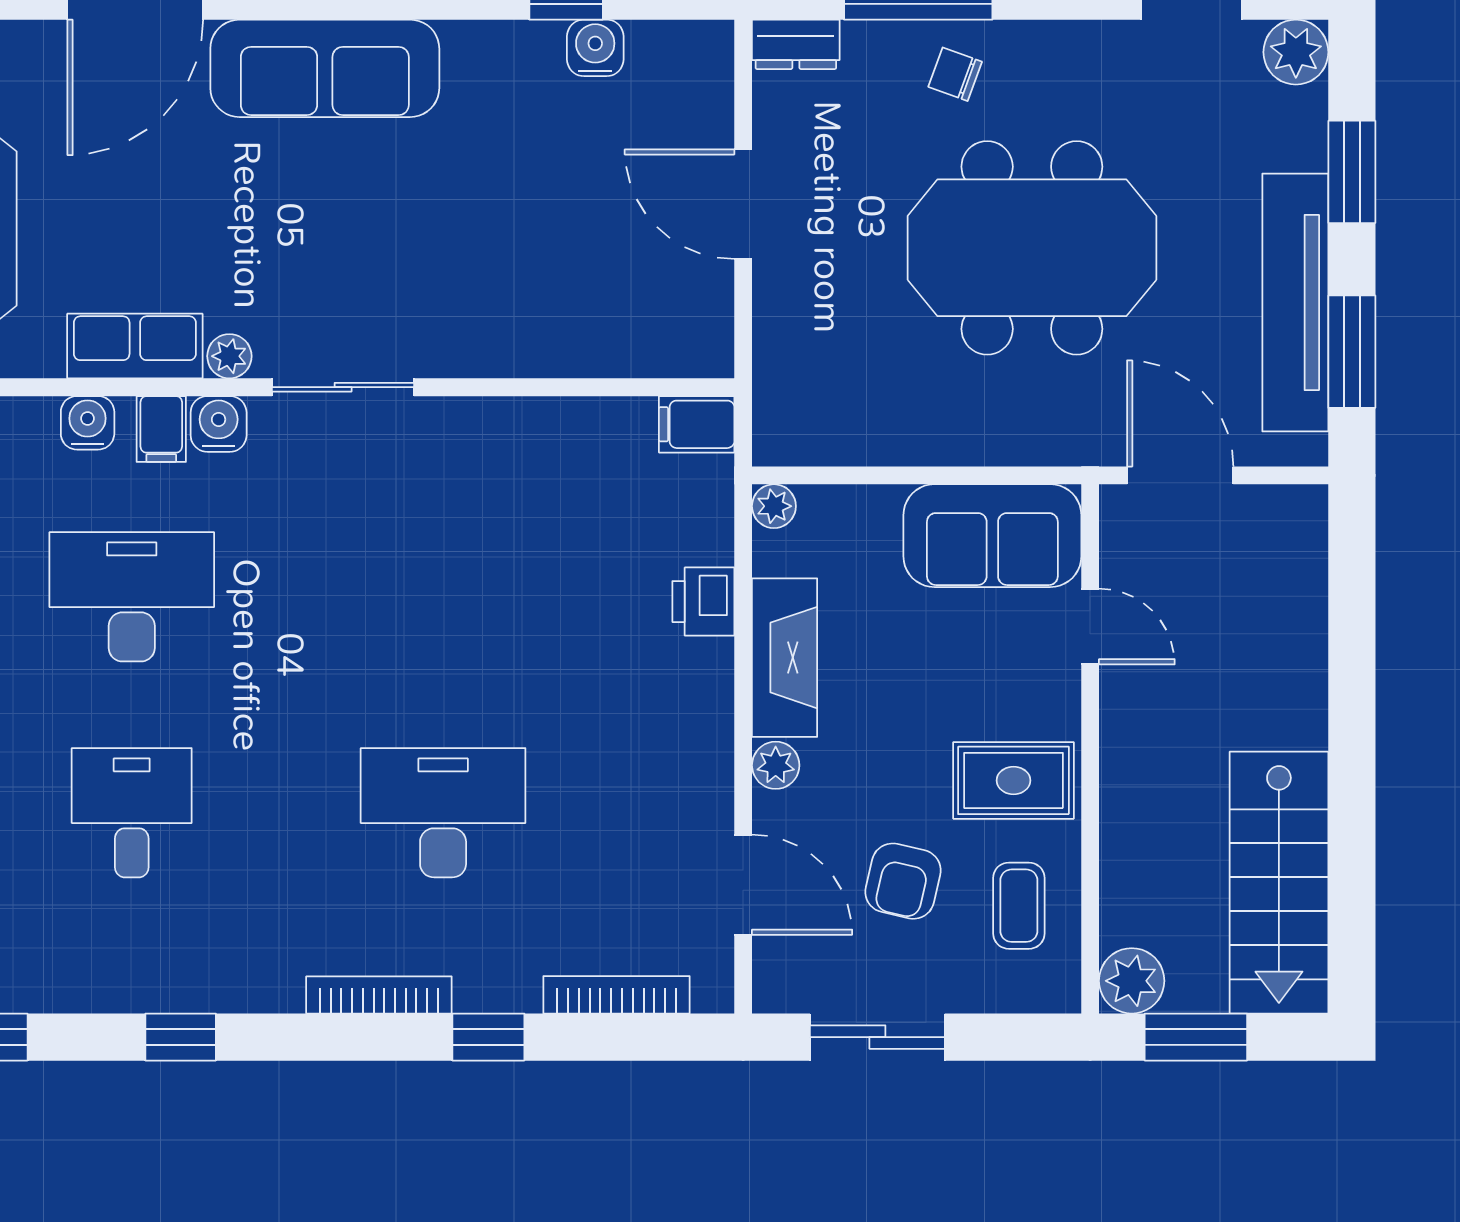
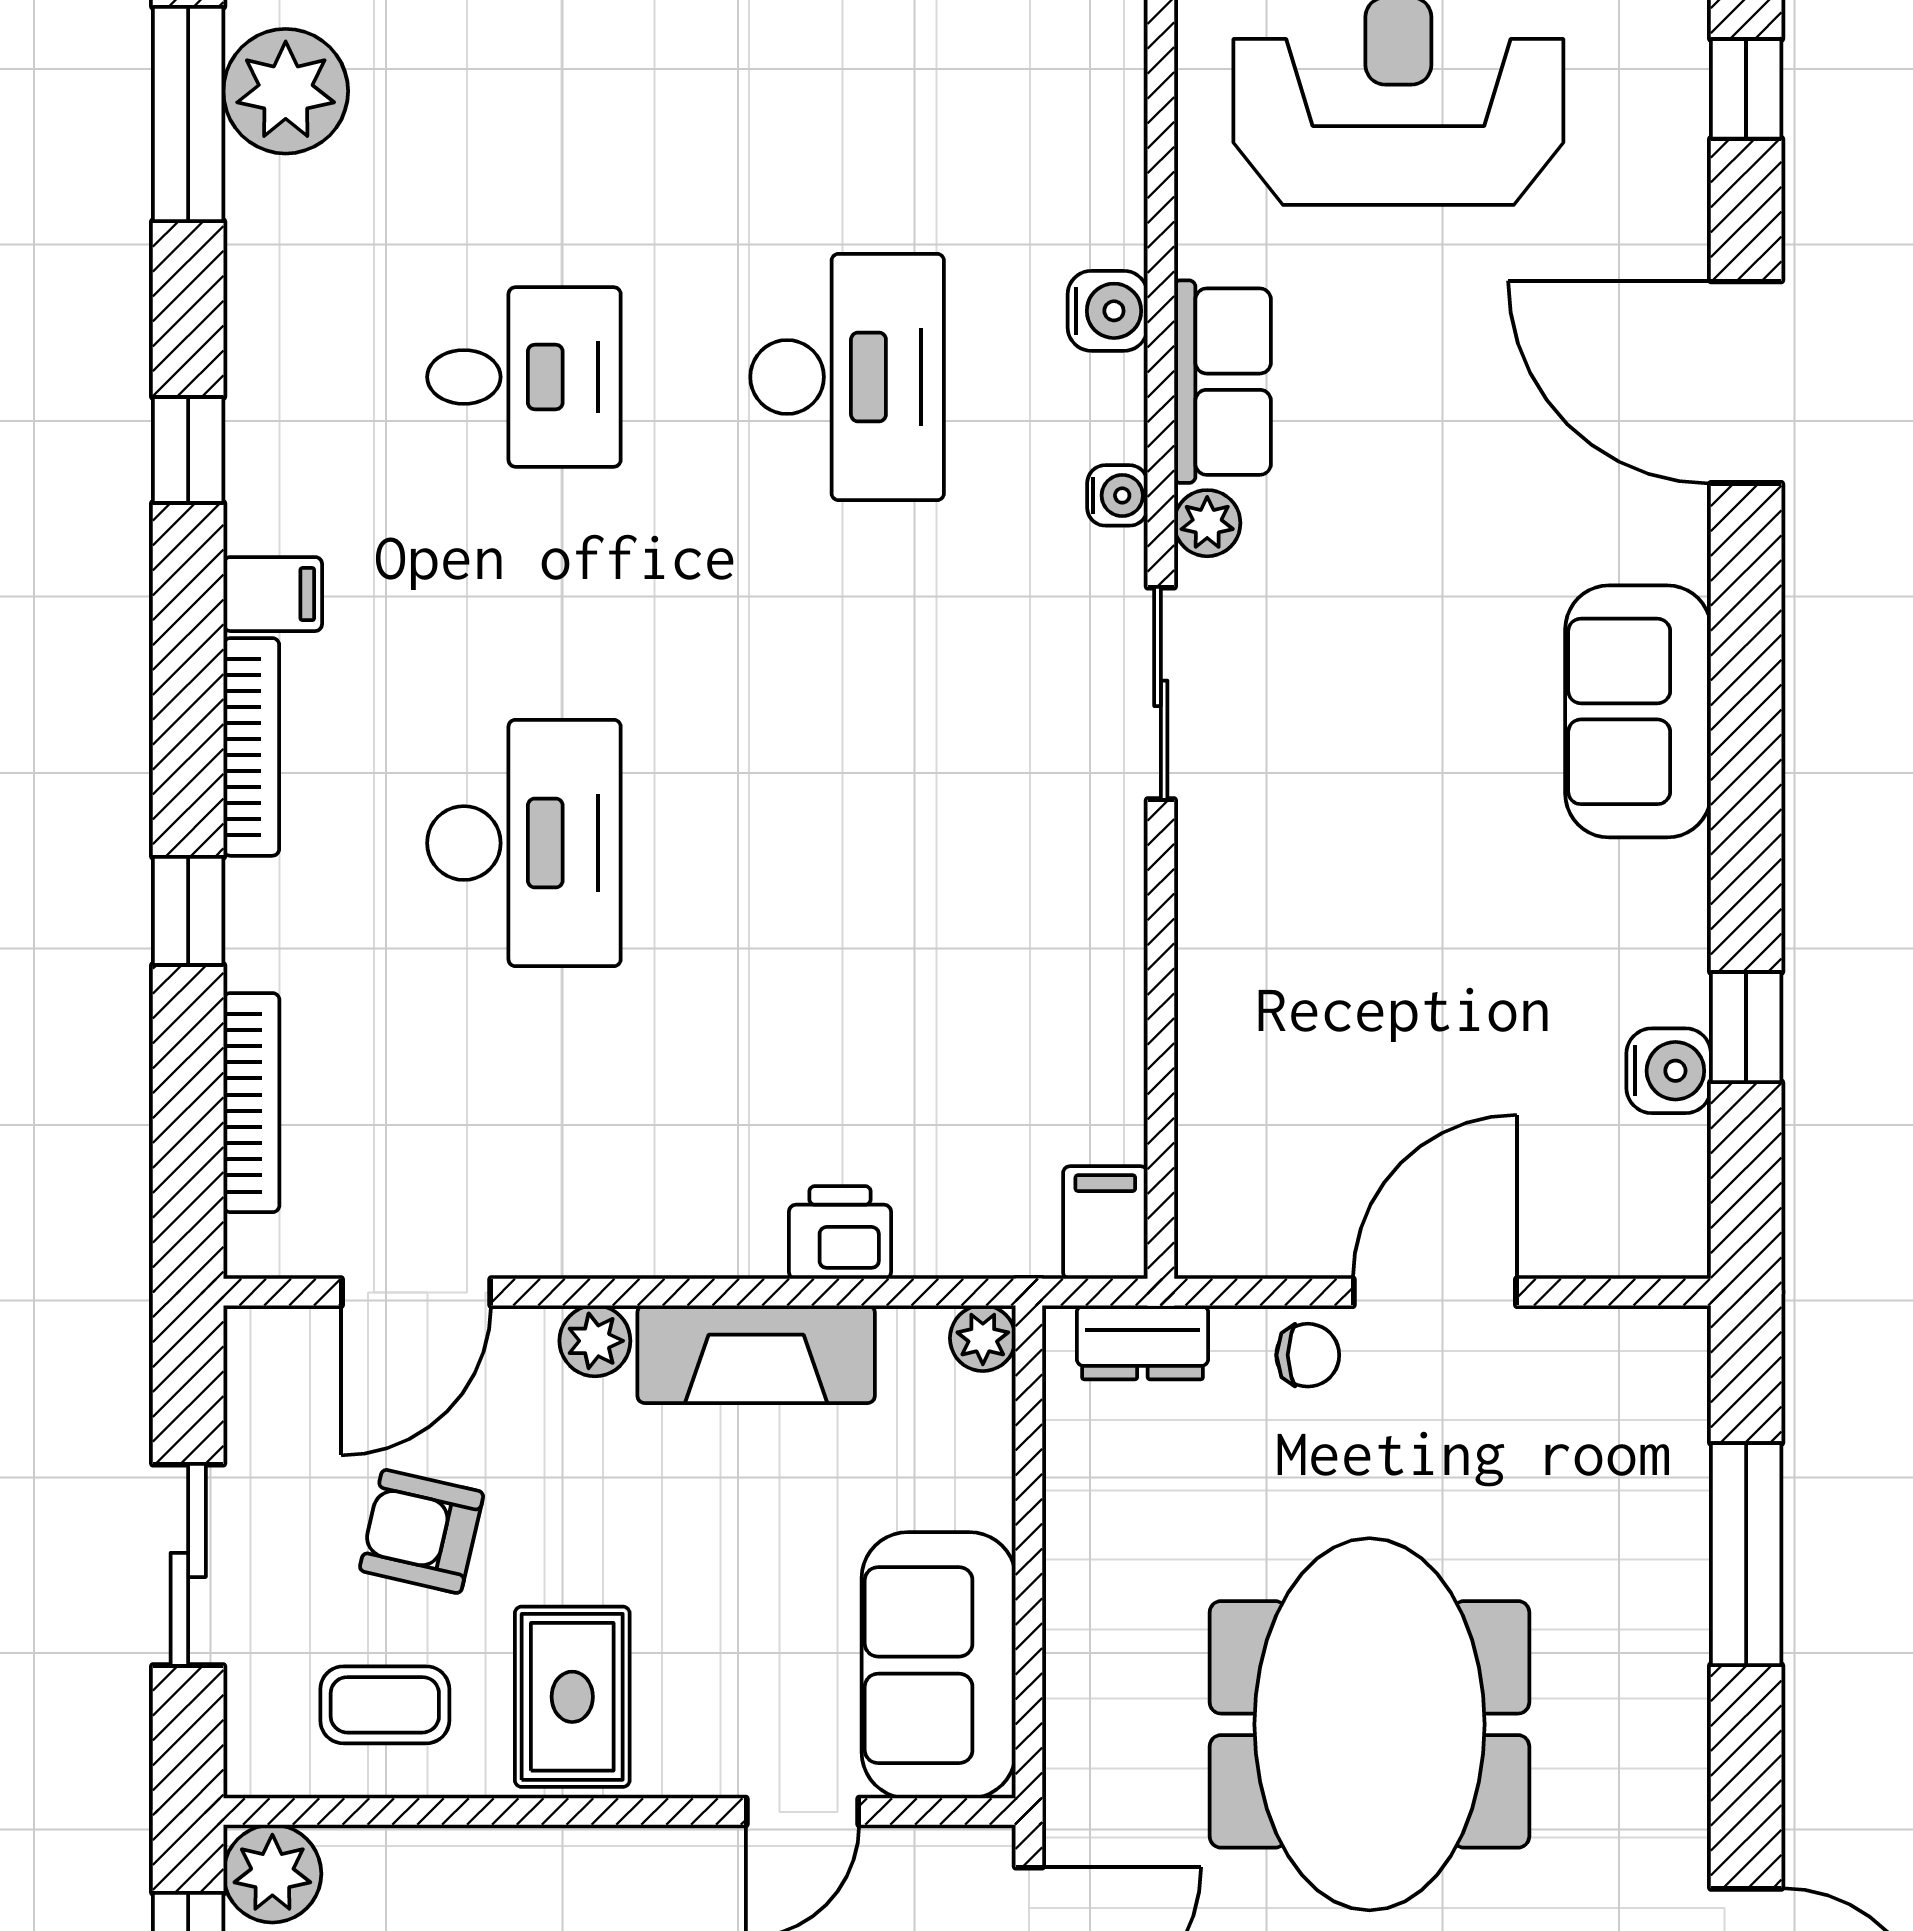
dresser: (796, 44) -> (1142, 1342), moved, turned -90
sofa: (325, 68) -> (1638, 711), width x0.73
chair: (955, 74) -> (1308, 1355), moved, turned 70
water cooler: (219, 424) -> (1117, 495), width x0.72, depth x0.72
filing cabinet: (161, 429) -> (273, 594), moved, turned 180
sliding door: (877, 1037) -> (188, 1565), moved

